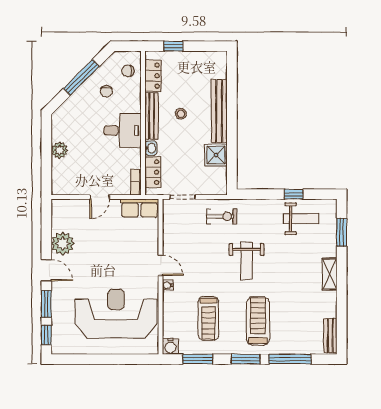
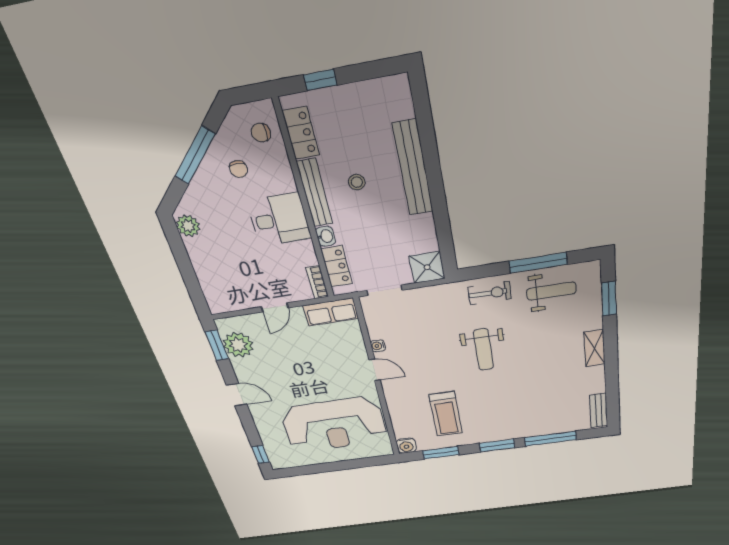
plant: (59, 150) -> (188, 226), moved
shower: (216, 155) -> (427, 267), moved
window: (294, 194) -> (538, 263), width x2.17
exercise bike: (222, 216) -> (490, 293), moved
plant: (63, 244) -> (238, 345), moved
water cooler: (168, 285) -> (378, 346), moved
window: (46, 304) -> (217, 345), moved
reception desk: (116, 314) -> (334, 425), turned 180
treadmill: (258, 321) -> (507, 409), removed

